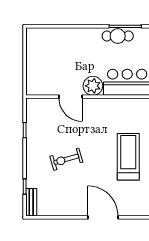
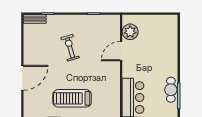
plant: (93, 86) -> (130, 32), moved
treadmill: (128, 157) -> (72, 98), turned 180

